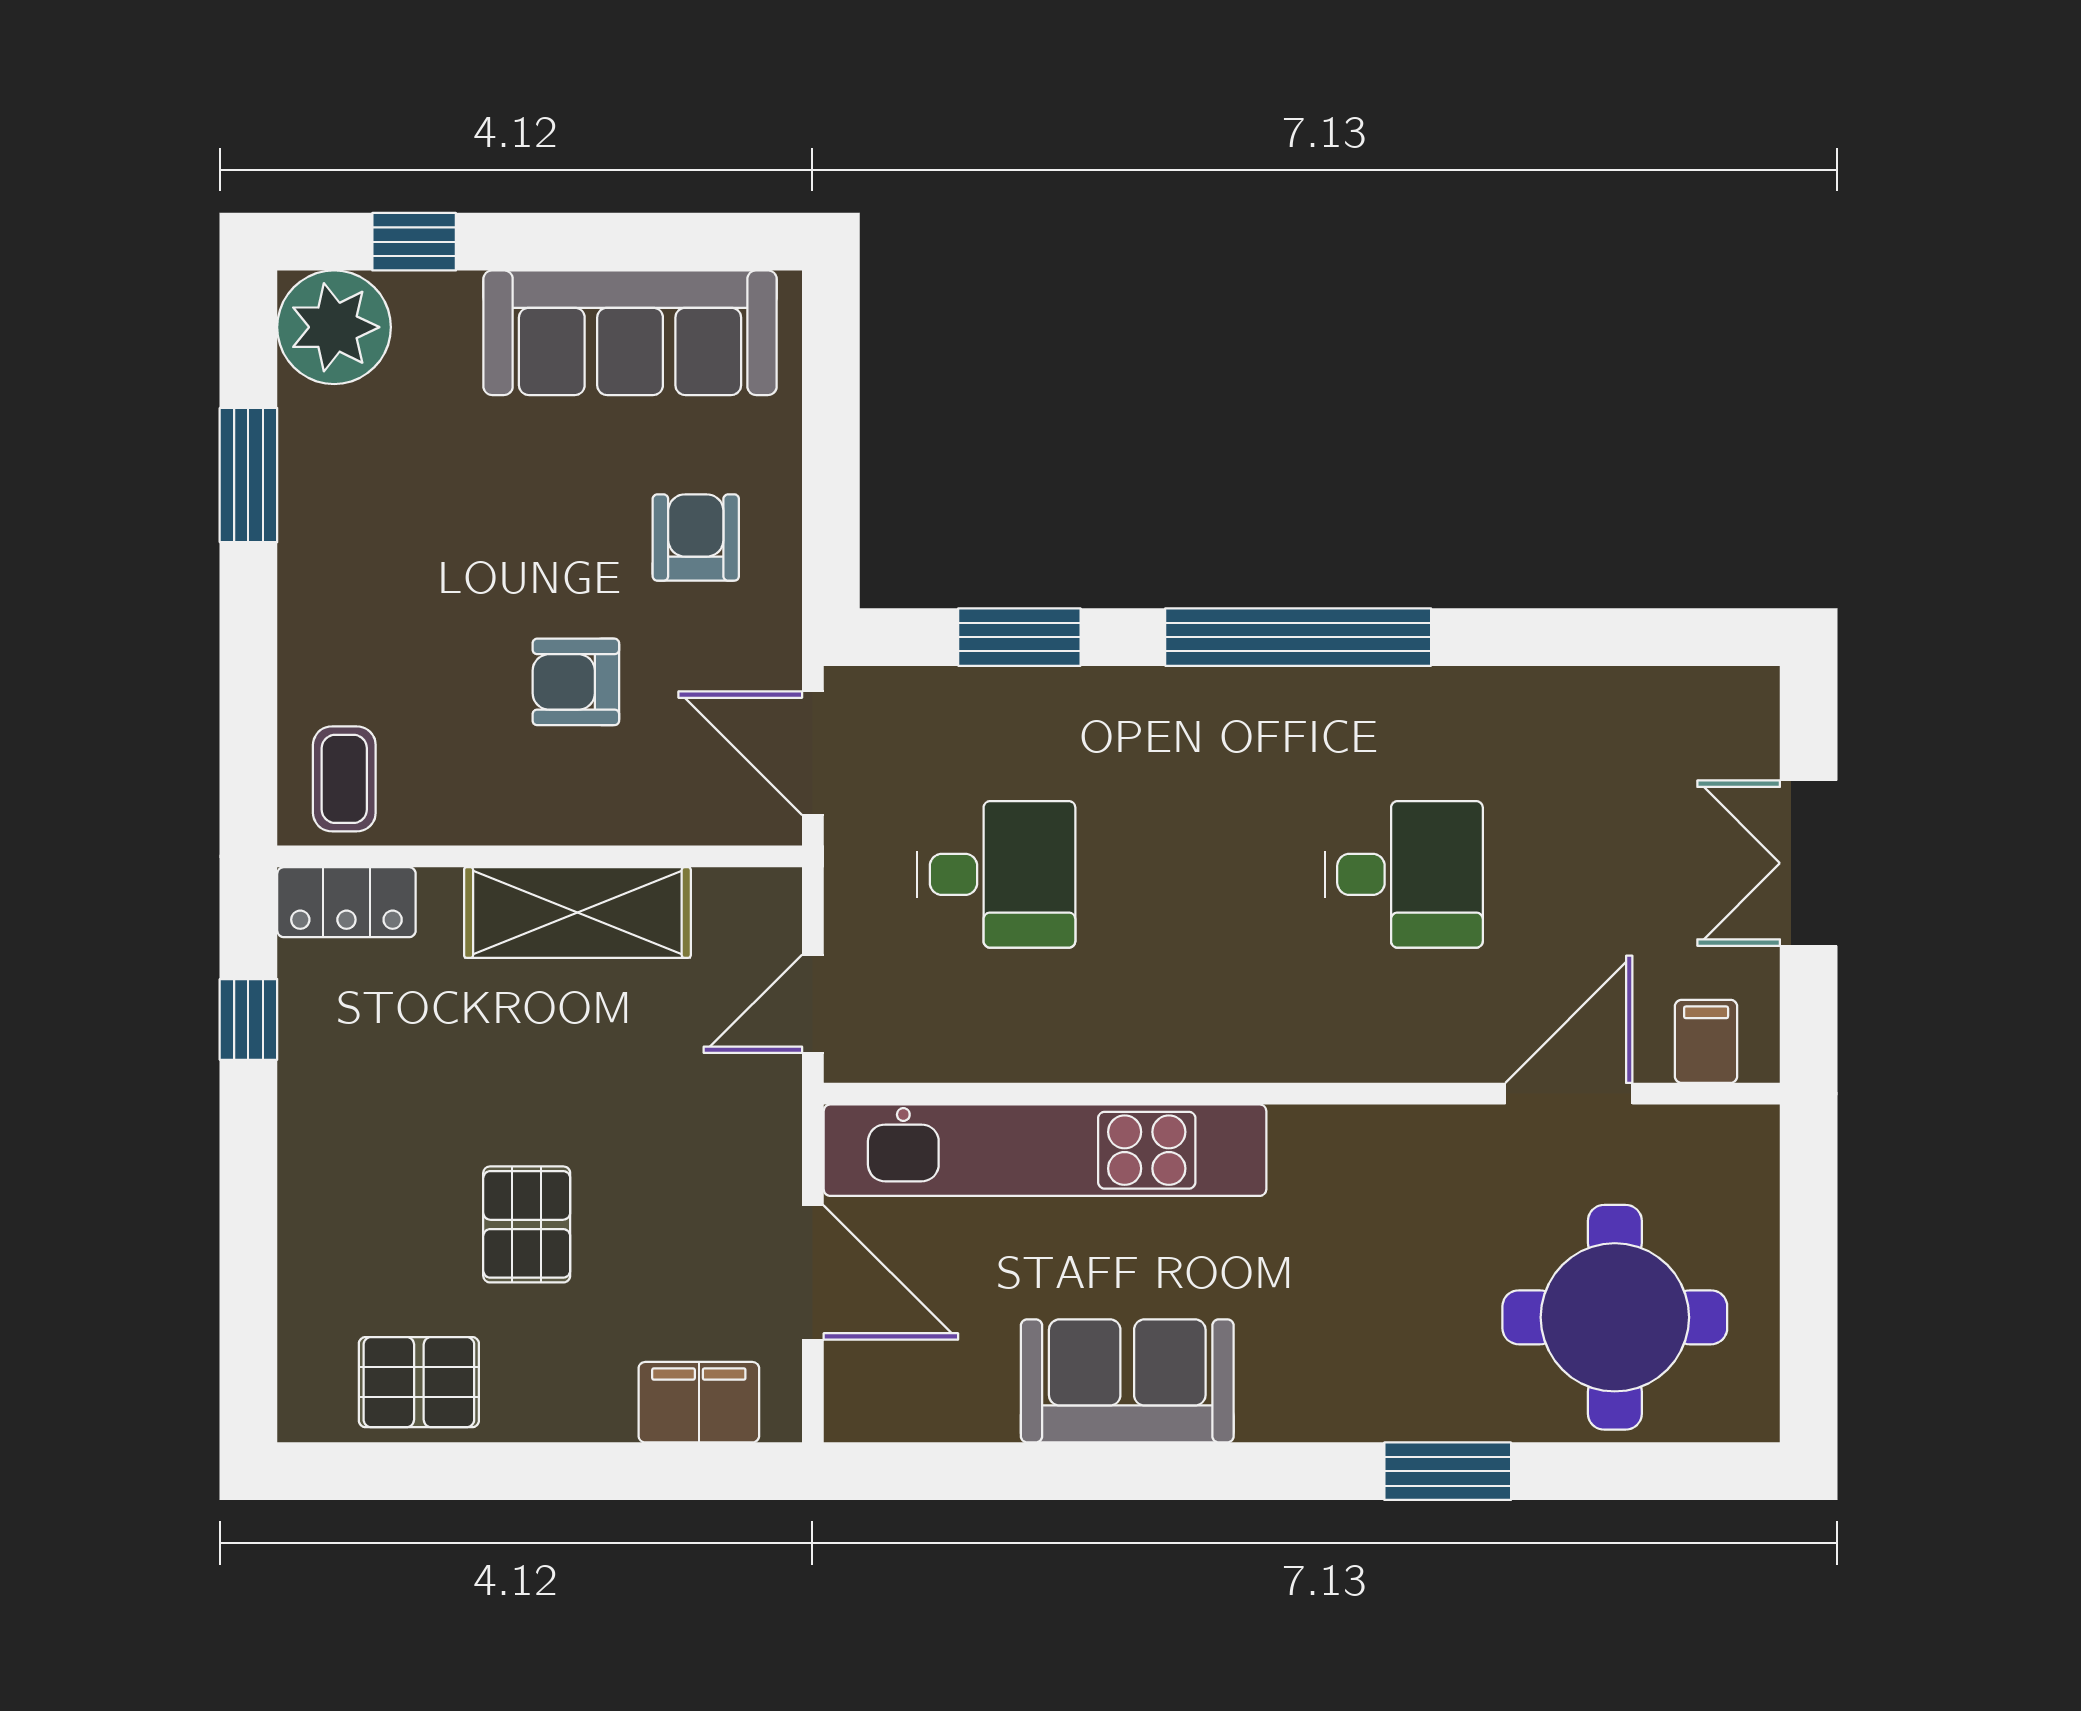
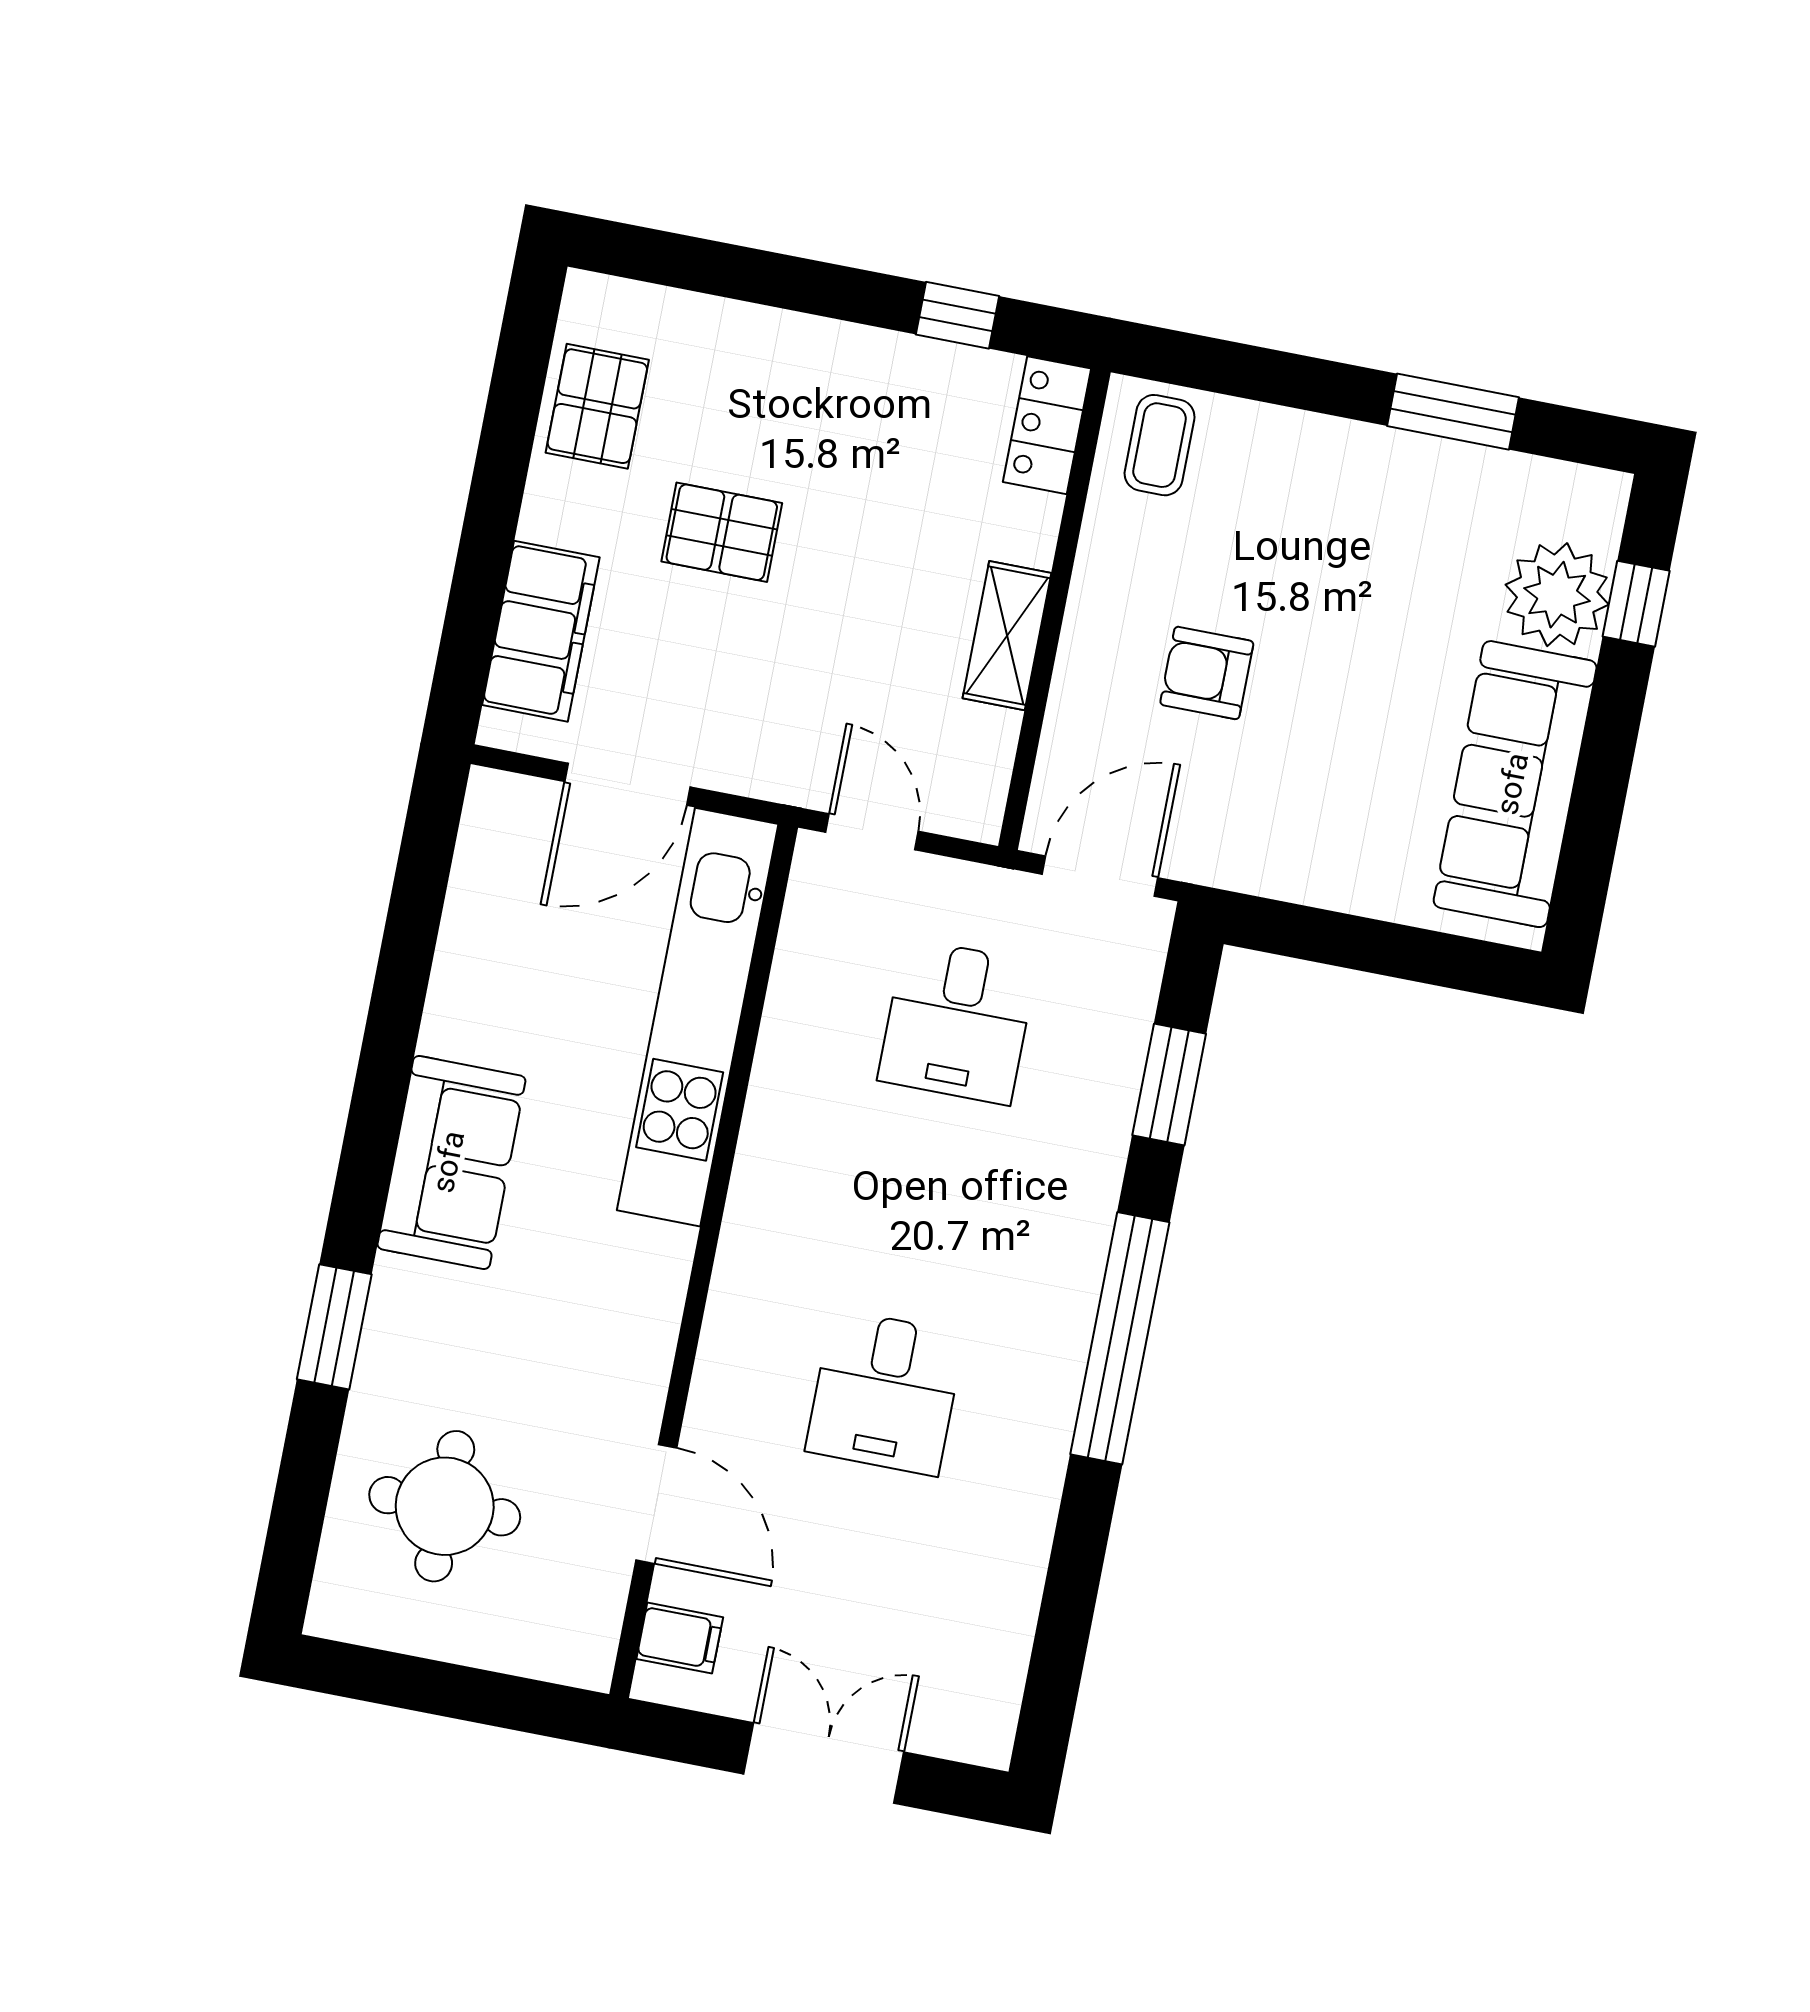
plant: (334, 327) -> (1557, 595), moved
armchair: (696, 538) -> (1317, 808), removed
armchair: (576, 682) -> (1207, 673), turned -90
coffee table: (344, 779) -> (1160, 445), turned 90
shelving: (577, 913) -> (1007, 636), width x0.67, depth x0.75
round table: (1615, 1317) -> (445, 1506), width x0.73, depth x0.73
sofa: (1127, 1381) -> (451, 1162), moved
filing cabinet: (699, 1402) -> (541, 631), width x1.50, depth x1.17

